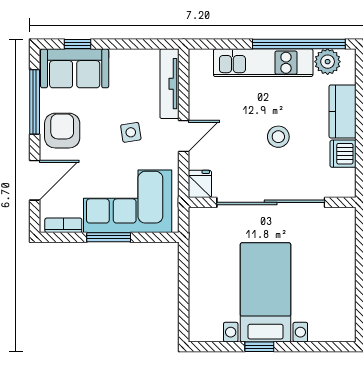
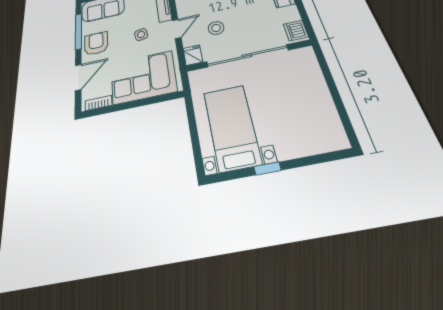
stool: (278, 137) -> (216, 28), moved
dishwasher: (343, 154) -> (296, 30), moved
window: (109, 237) -> (132, 105), removed
bed with nightstands: (266, 292) -> (232, 127), moved

